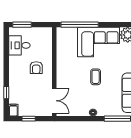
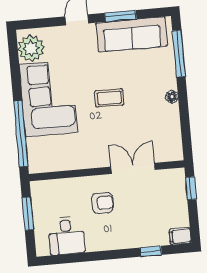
window: (22, 25) -> (28, 214), moved
double door: (54, 101) -> (133, 168), moved
window: (29, 119) -> (191, 188), moved

